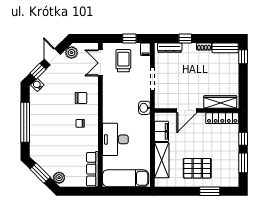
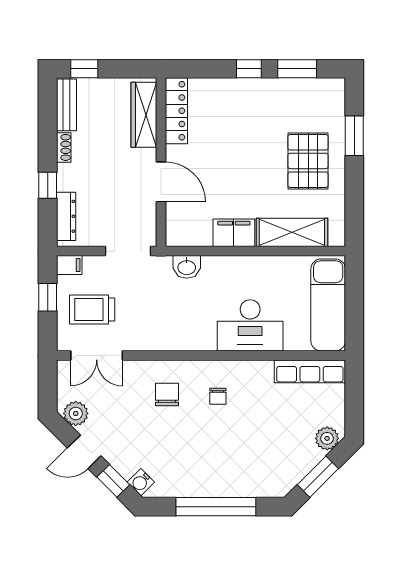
wardrobe: (220, 102) -> (144, 115), moved
door: (187, 110) -> (161, 182), moved
wall: (197, 110) -> (161, 162), moved
locker: (222, 118) -> (176, 111), moved

